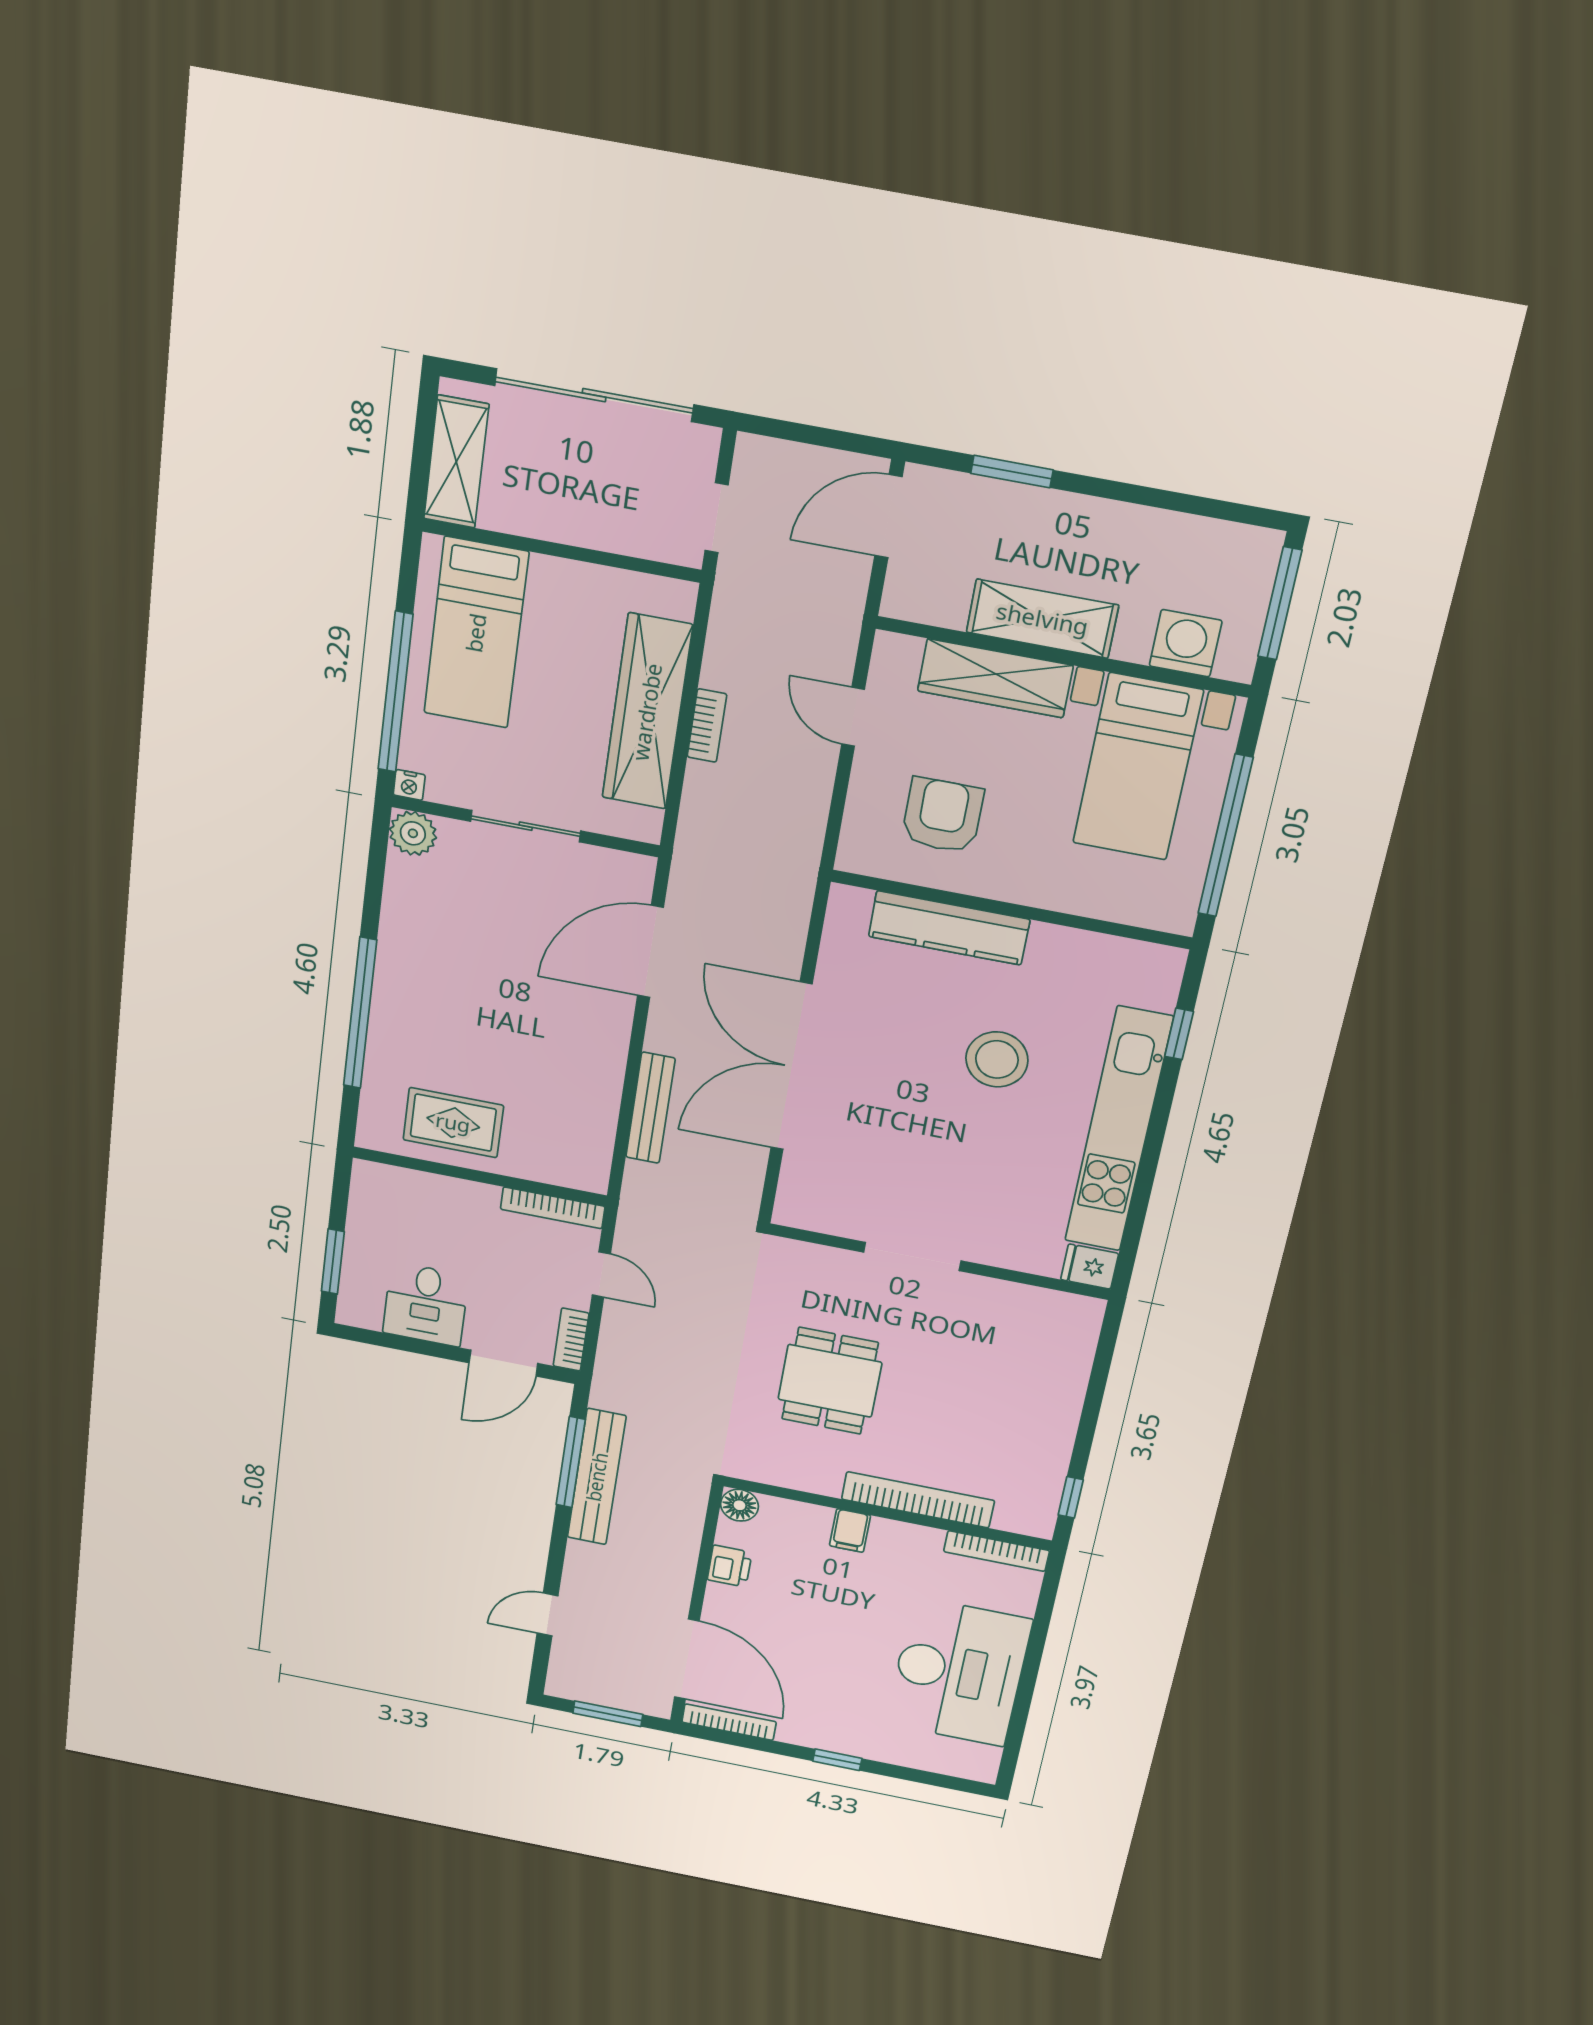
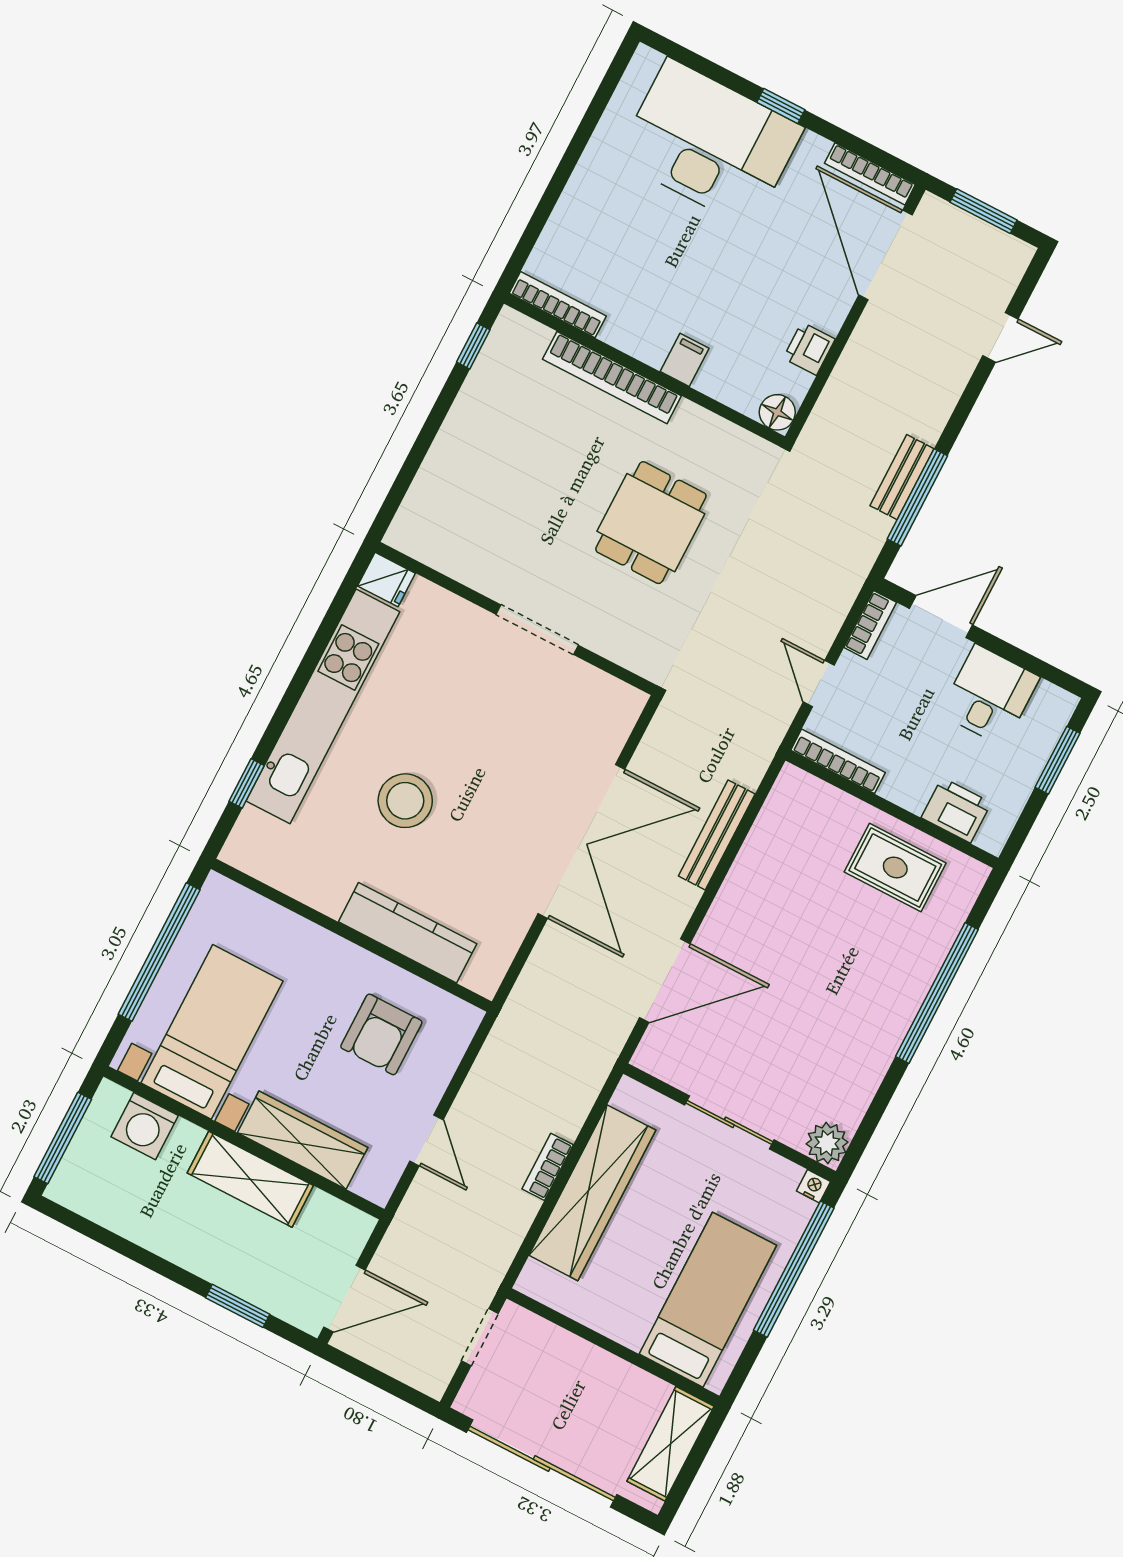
printer: (414, 1191) -> (956, 810), added
bench: (597, 1477) -> (902, 477), width x0.54, depth x0.82
desk: (959, 1672) -> (710, 143), moved, turned 90

